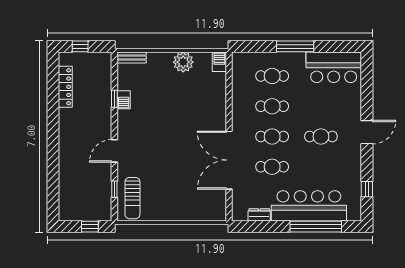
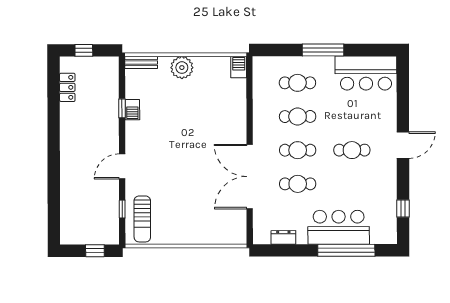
plant: (183, 62) -> (182, 68), moved
locker: (65, 87) -> (67, 87), width x0.66
bar counter: (309, 206) -> (339, 227), width x0.73

